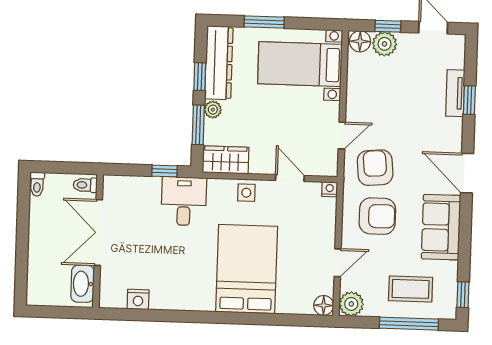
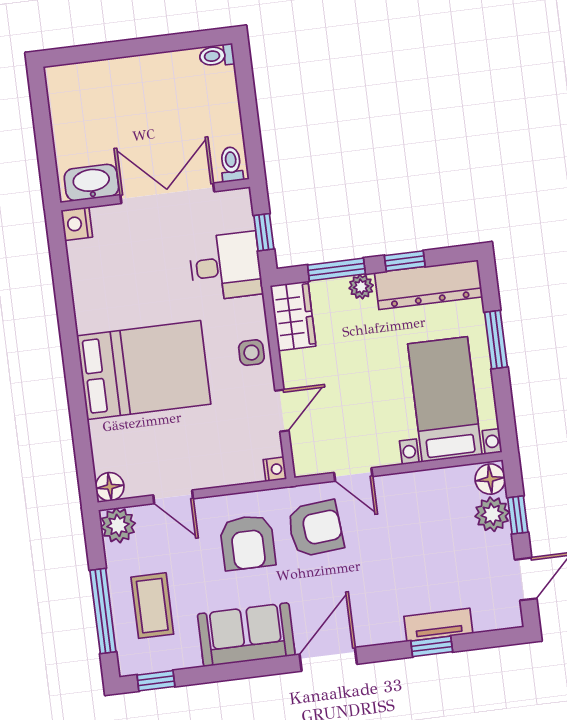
toilet: (85, 185) -> (231, 164), moved
double door: (98, 233) -> (167, 193), moved
wall: (98, 241) -> (155, 195), moved
washbasin: (83, 284) -> (91, 183), moved

